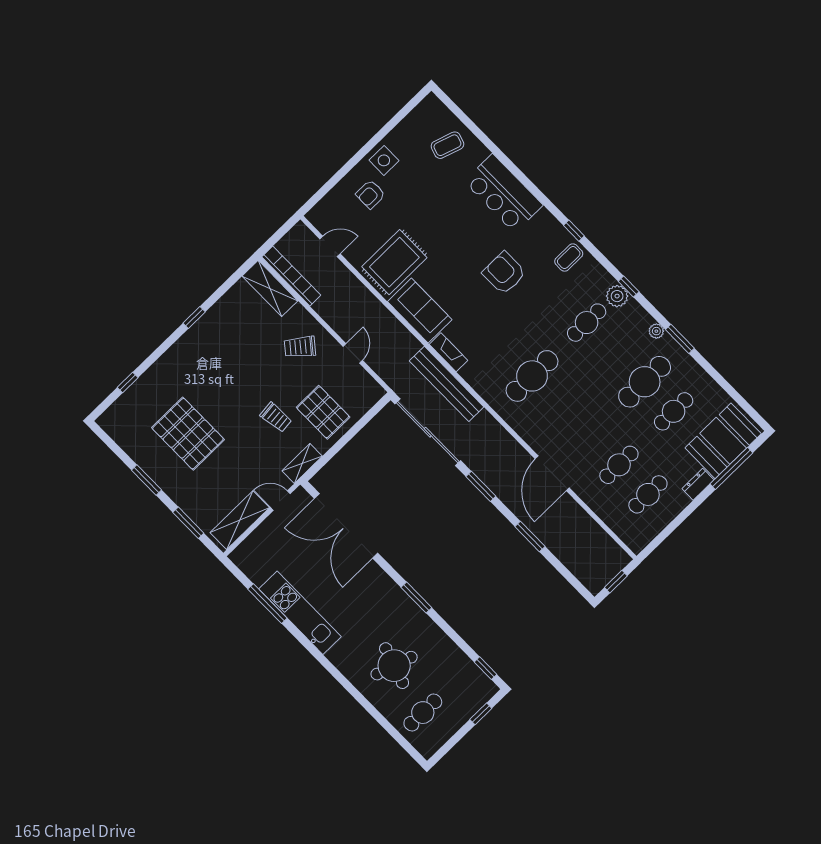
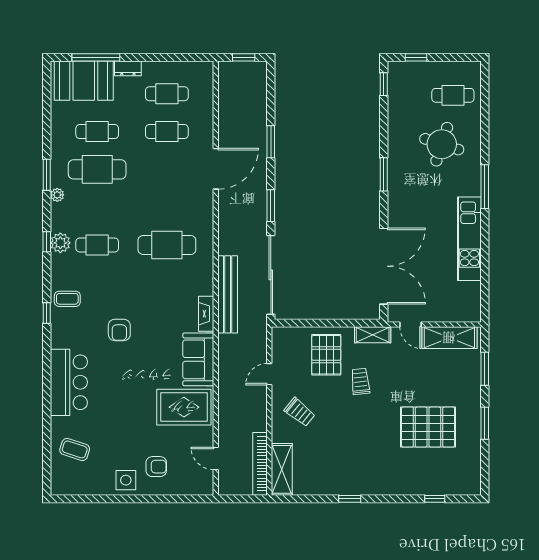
armchair: (504, 273) -> (119, 330), width x0.72, depth x0.72
pallet: (188, 434) -> (428, 427), turned 90
window: (267, 604) -> (485, 187), moved

